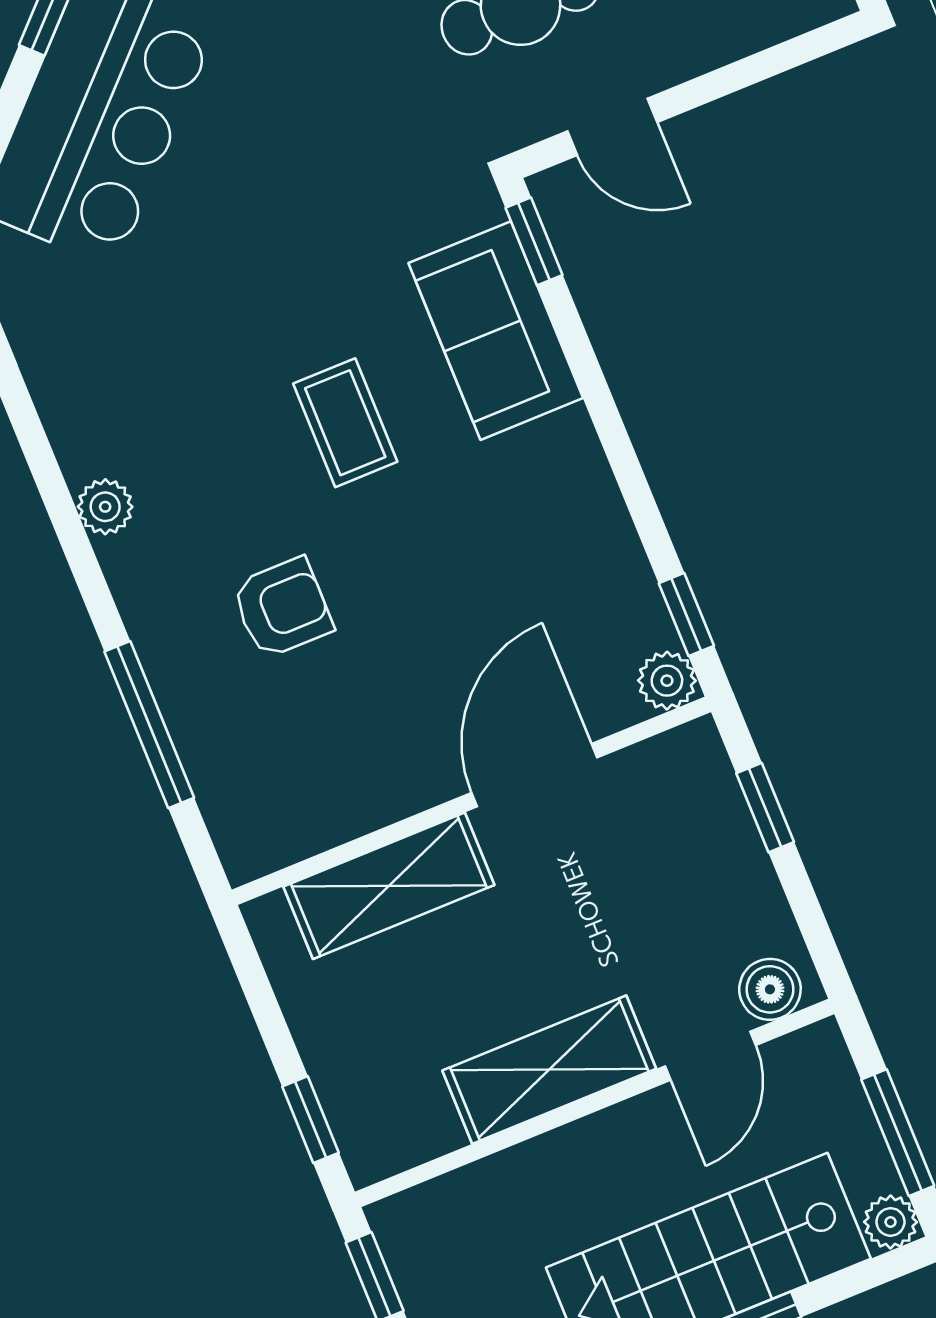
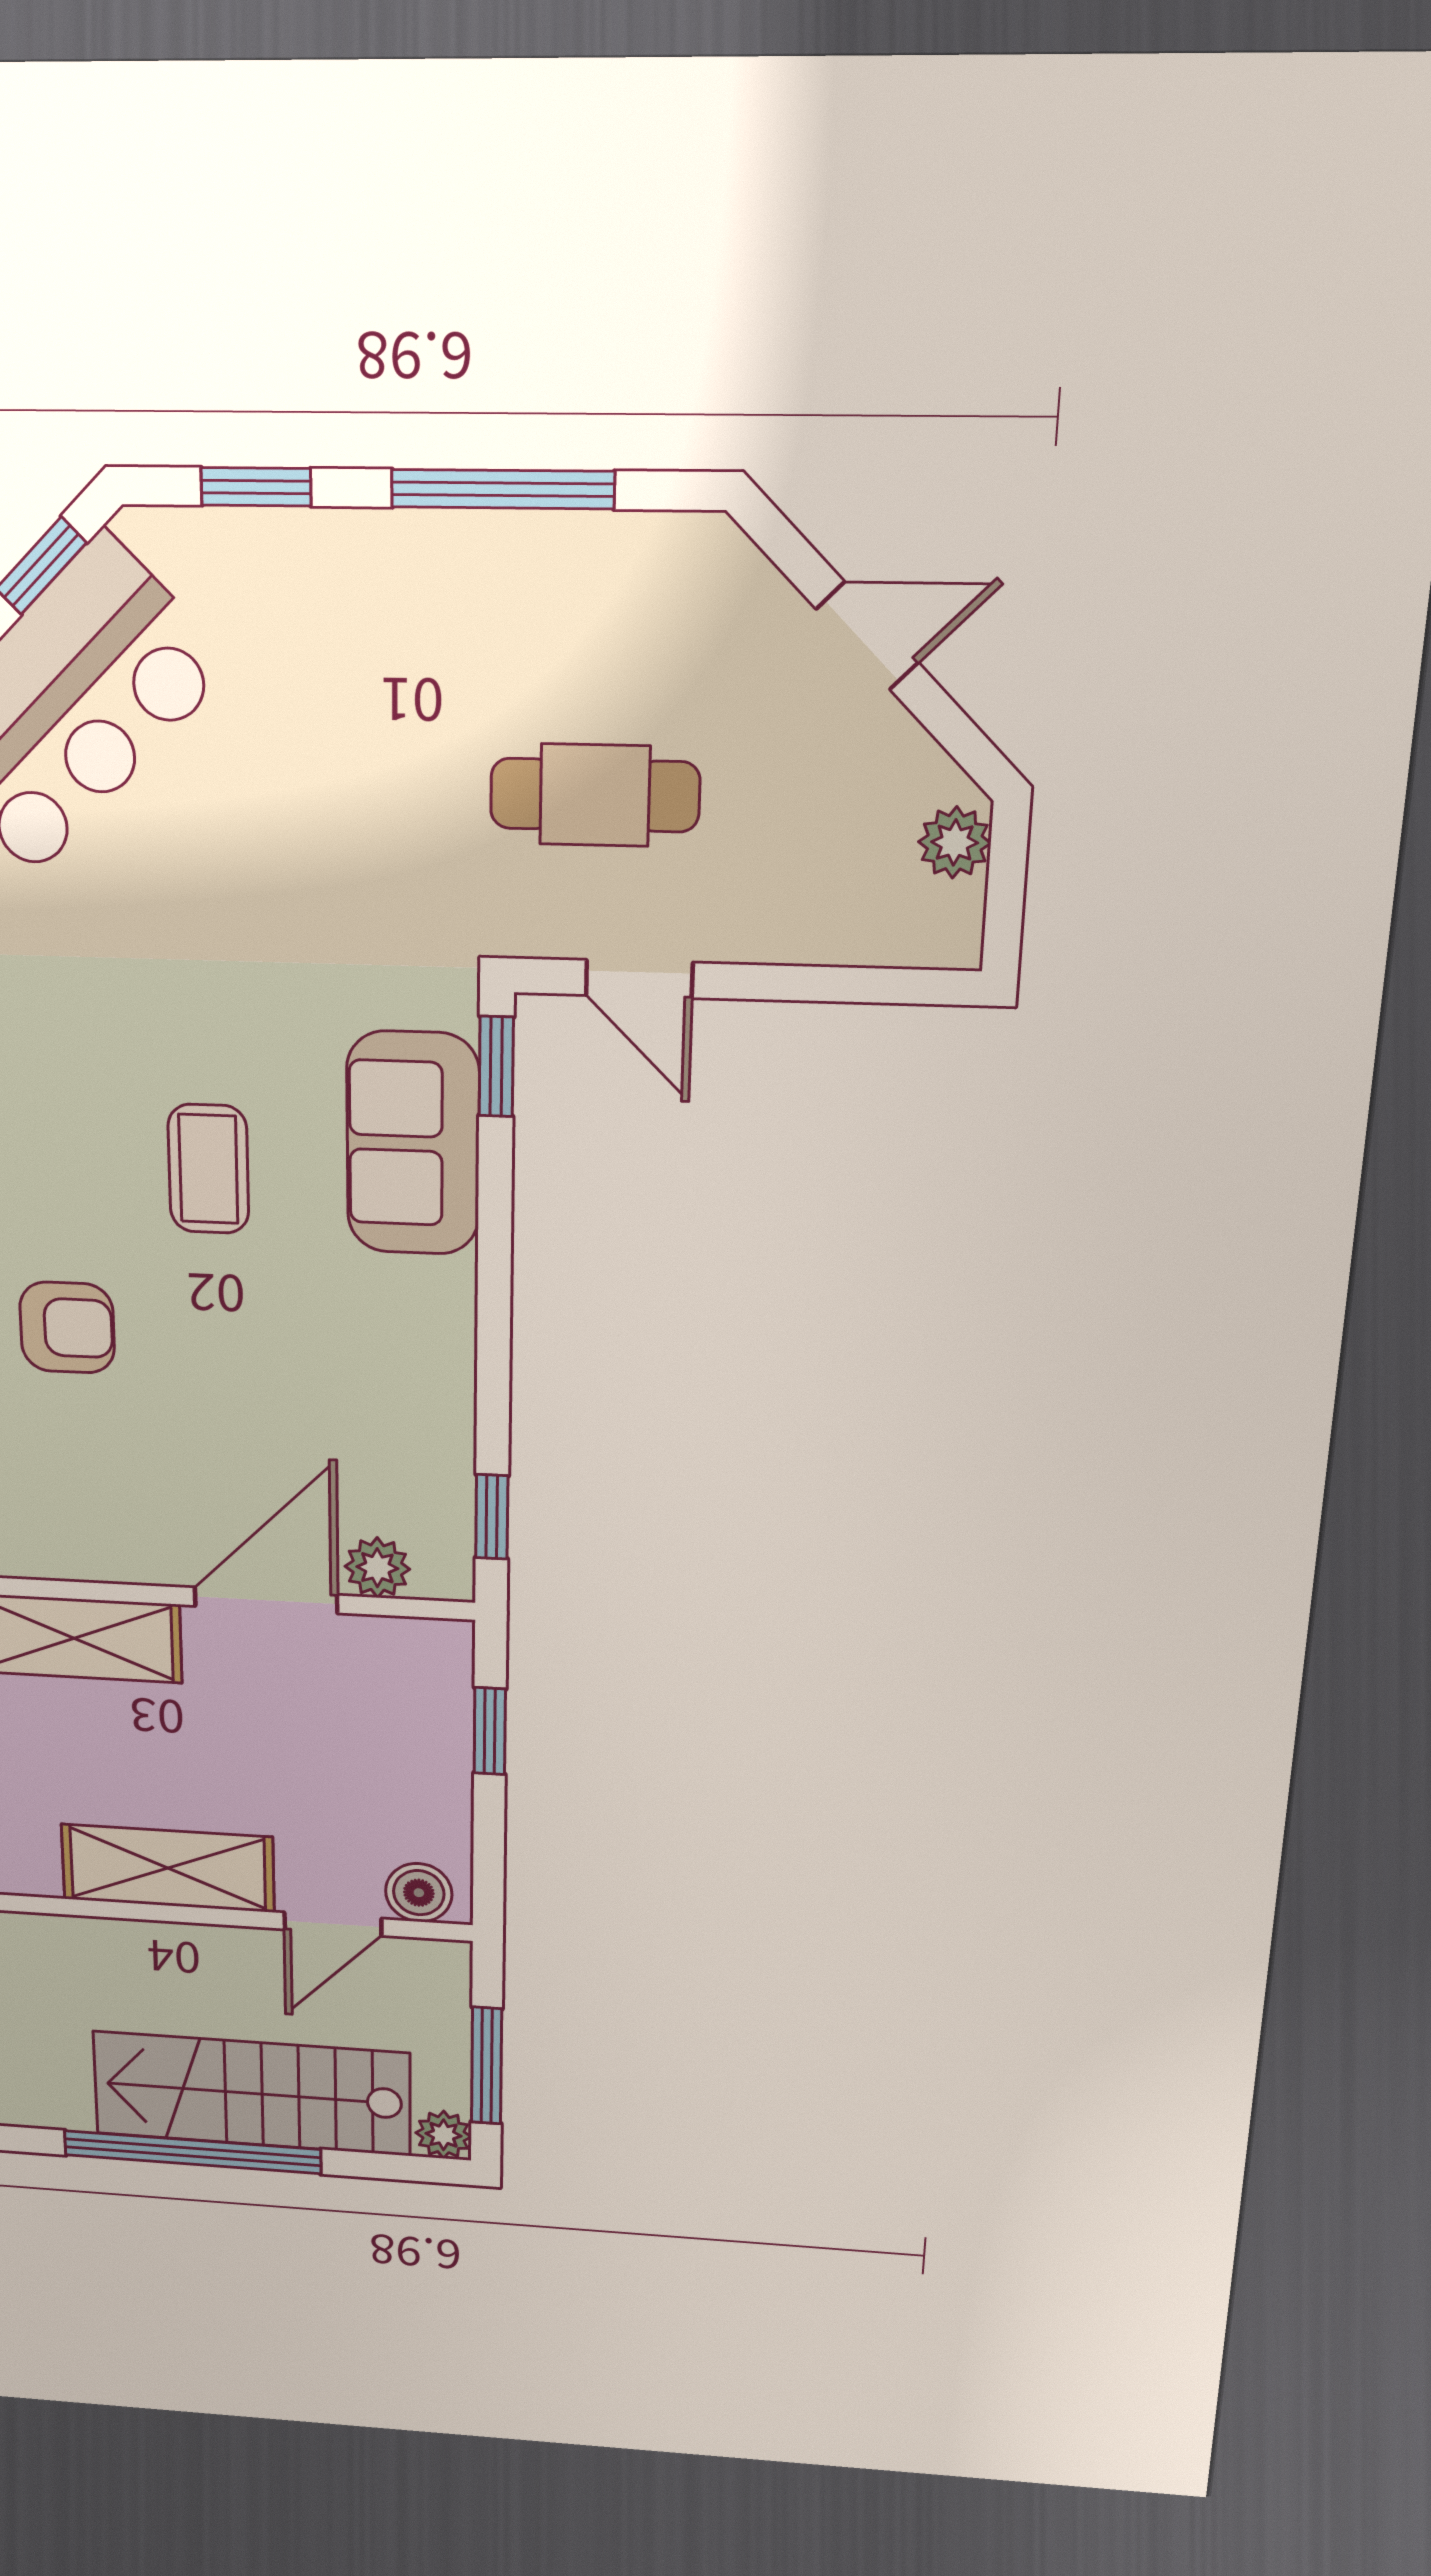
plant: (667, 681) -> (377, 1568), moved

